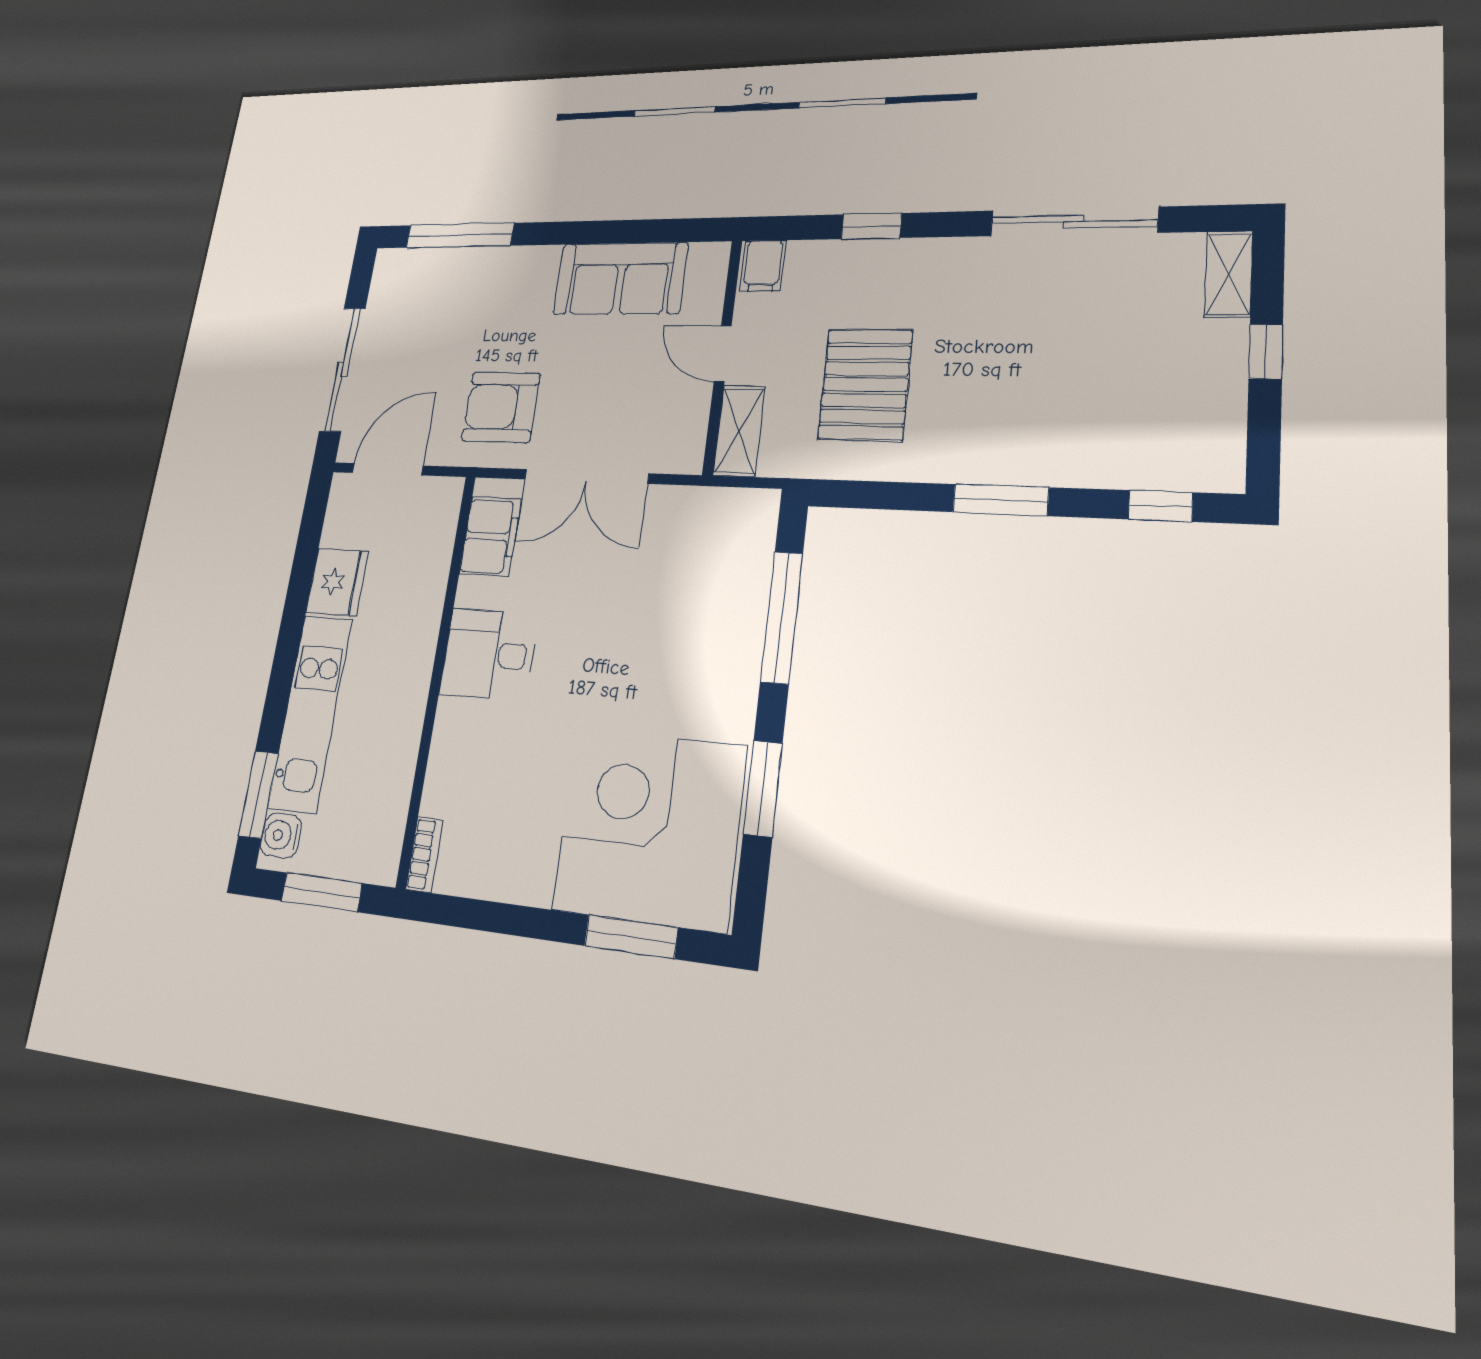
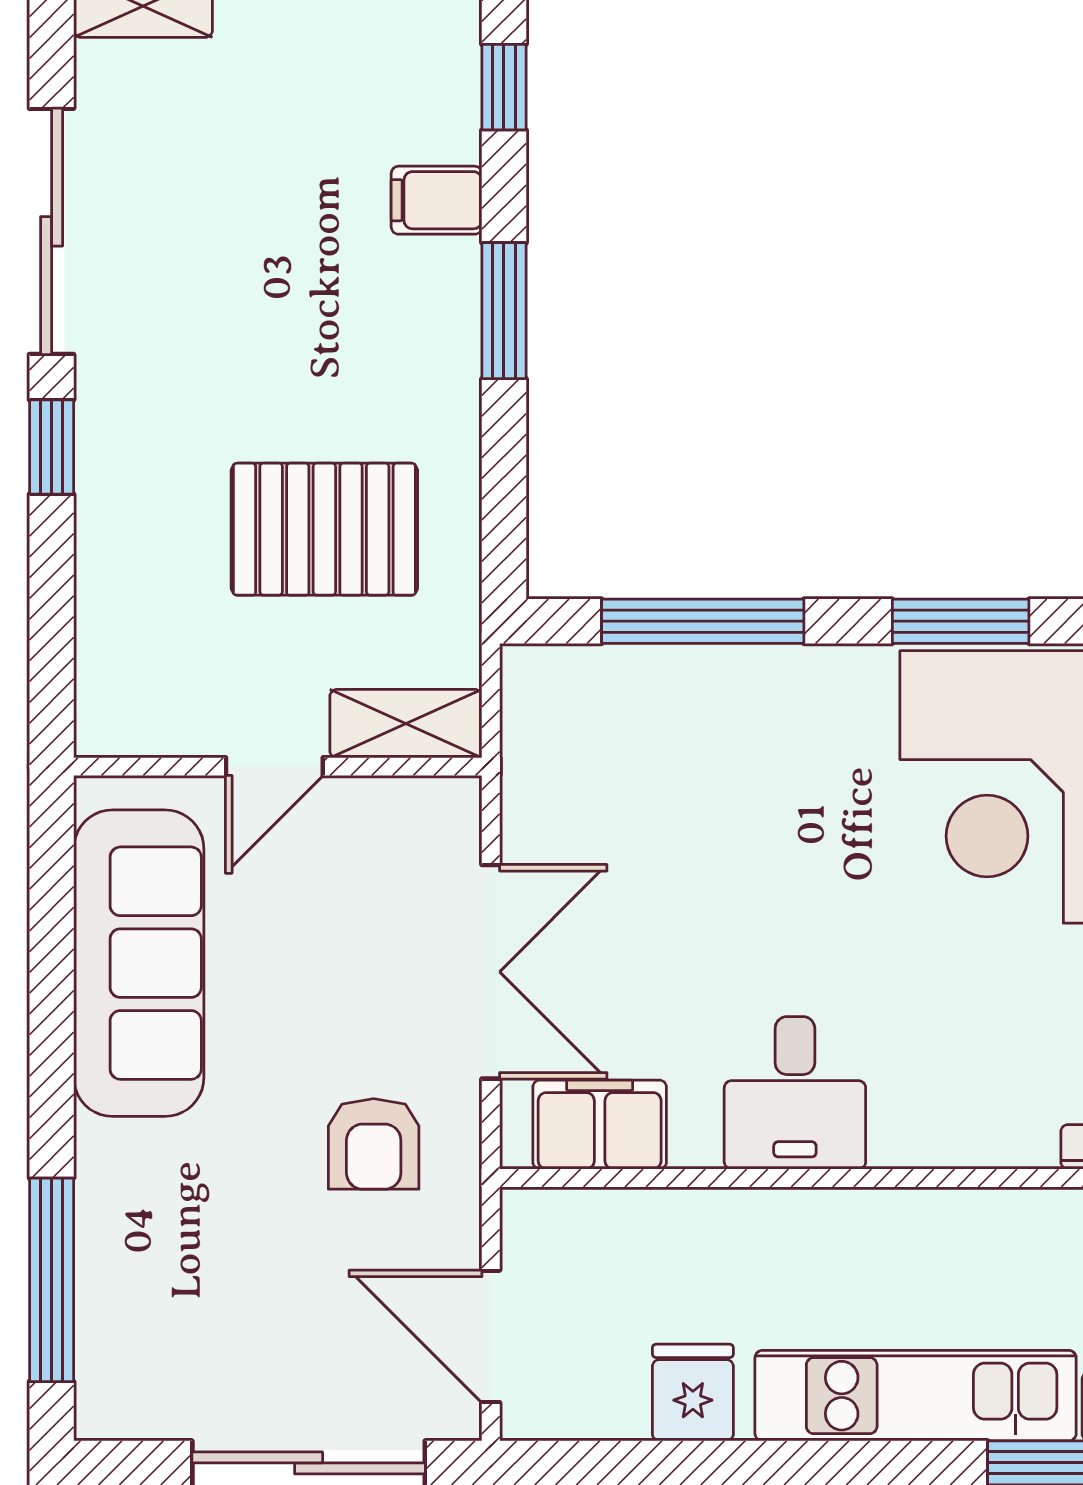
window: (871, 226) -> (52, 447), moved
filing cabinet: (763, 266) -> (437, 200), moved, turned 180
sofa: (620, 278) -> (139, 963), width x1.36
armchair: (501, 407) -> (374, 1144), width x0.72, depth x0.72
fridge: (337, 582) -> (693, 1392), width x0.72

